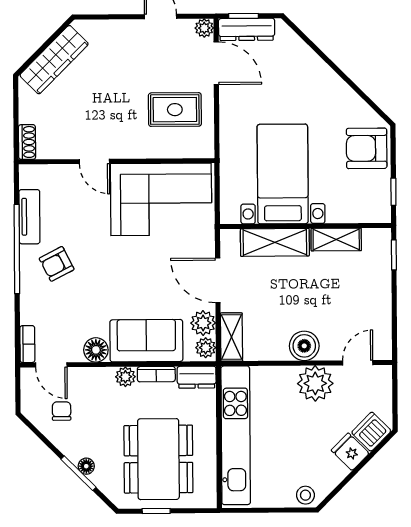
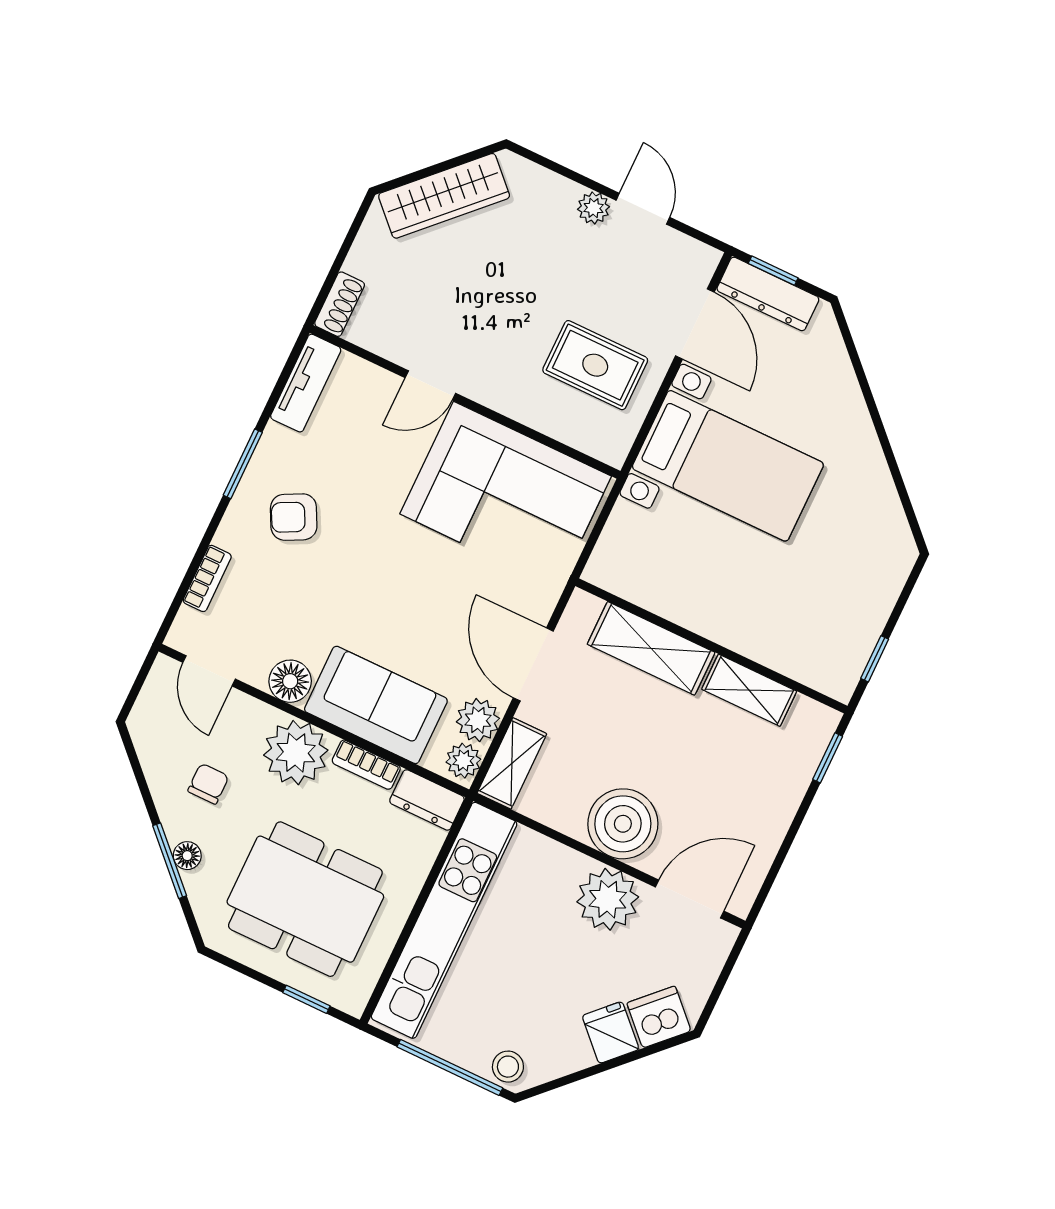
plant: (204, 28) -> (594, 208), moved
armchair: (367, 148) -> (866, 571), removed
door: (94, 161) -> (430, 385), hinge flipped
bed with nightstands: (283, 174) -> (728, 466), moved, turned 90
tv unit: (29, 217) -> (306, 383), moved
window: (17, 249) -> (243, 464), width x0.47
bookcase: (27, 344) -> (207, 578), moved
boiler: (304, 346) -> (623, 824), width x1.37, depth x1.37
door: (358, 363) -> (690, 899), width x1.38
plant: (125, 377) -> (296, 753), width x1.87, depth x1.87
chair: (62, 411) -> (208, 784), moved
dining table: (158, 459) -> (305, 899), turned 90
window: (276, 510) -> (450, 1067), added
window: (156, 511) -> (306, 999), moved

